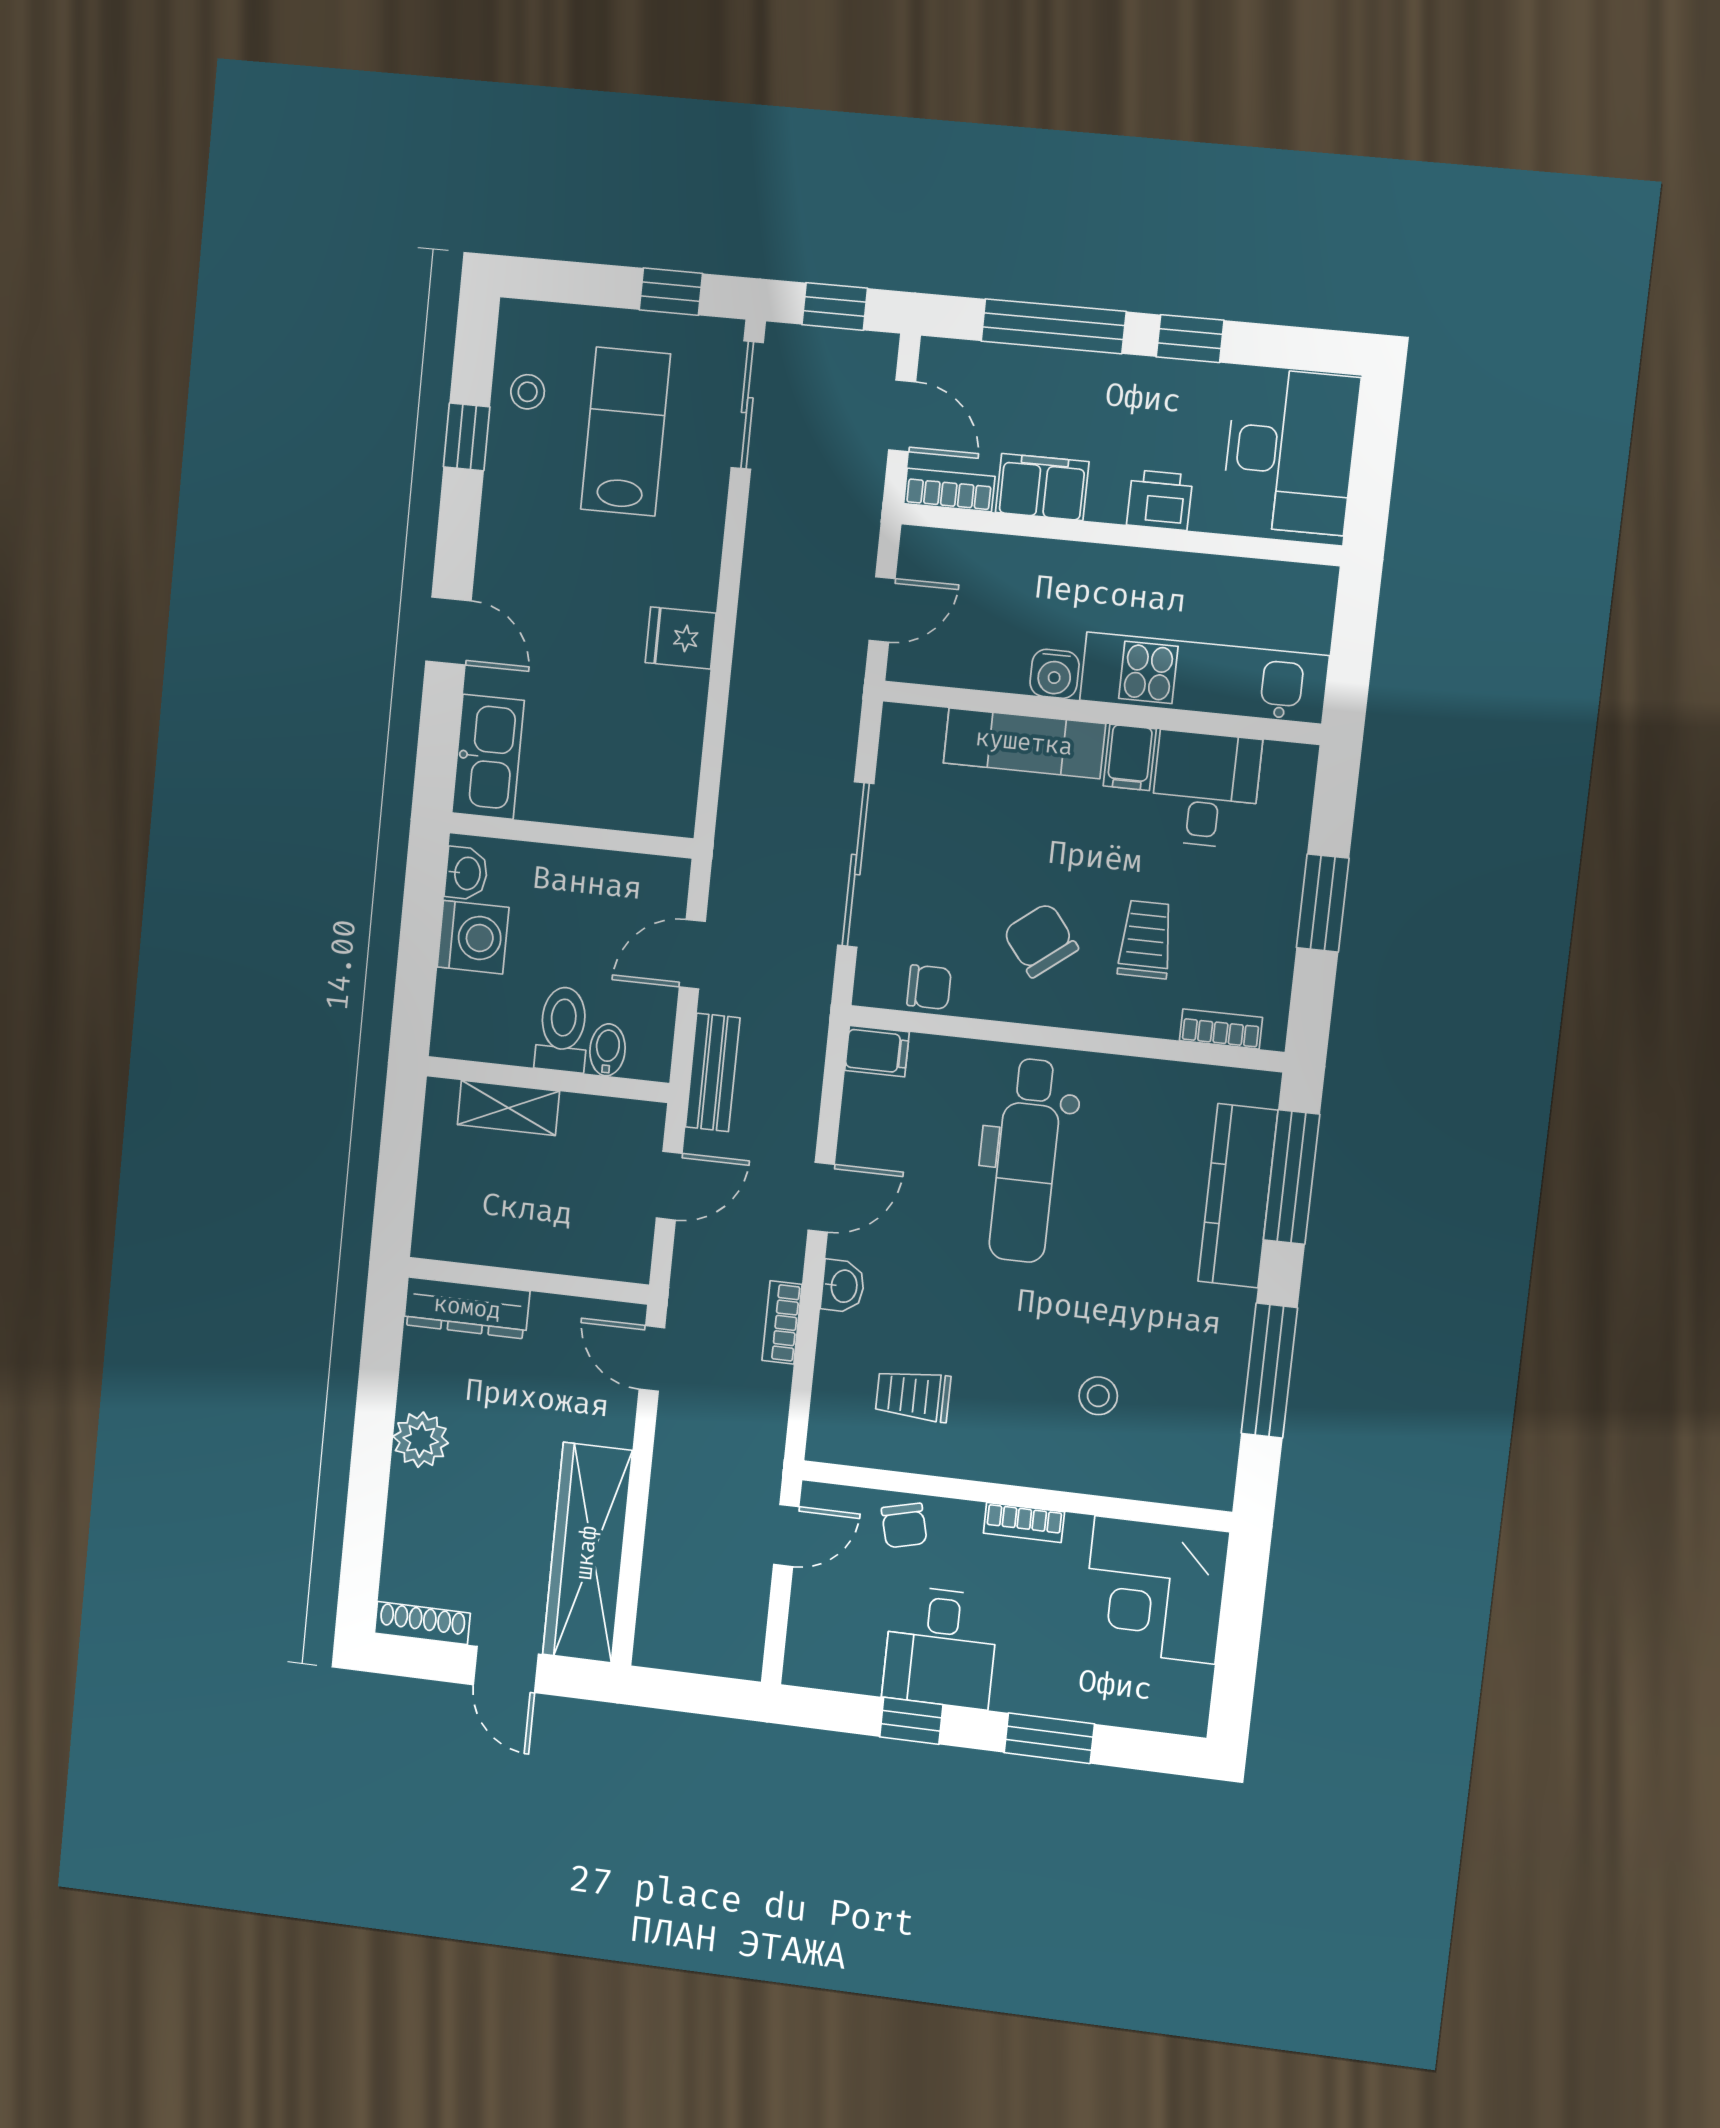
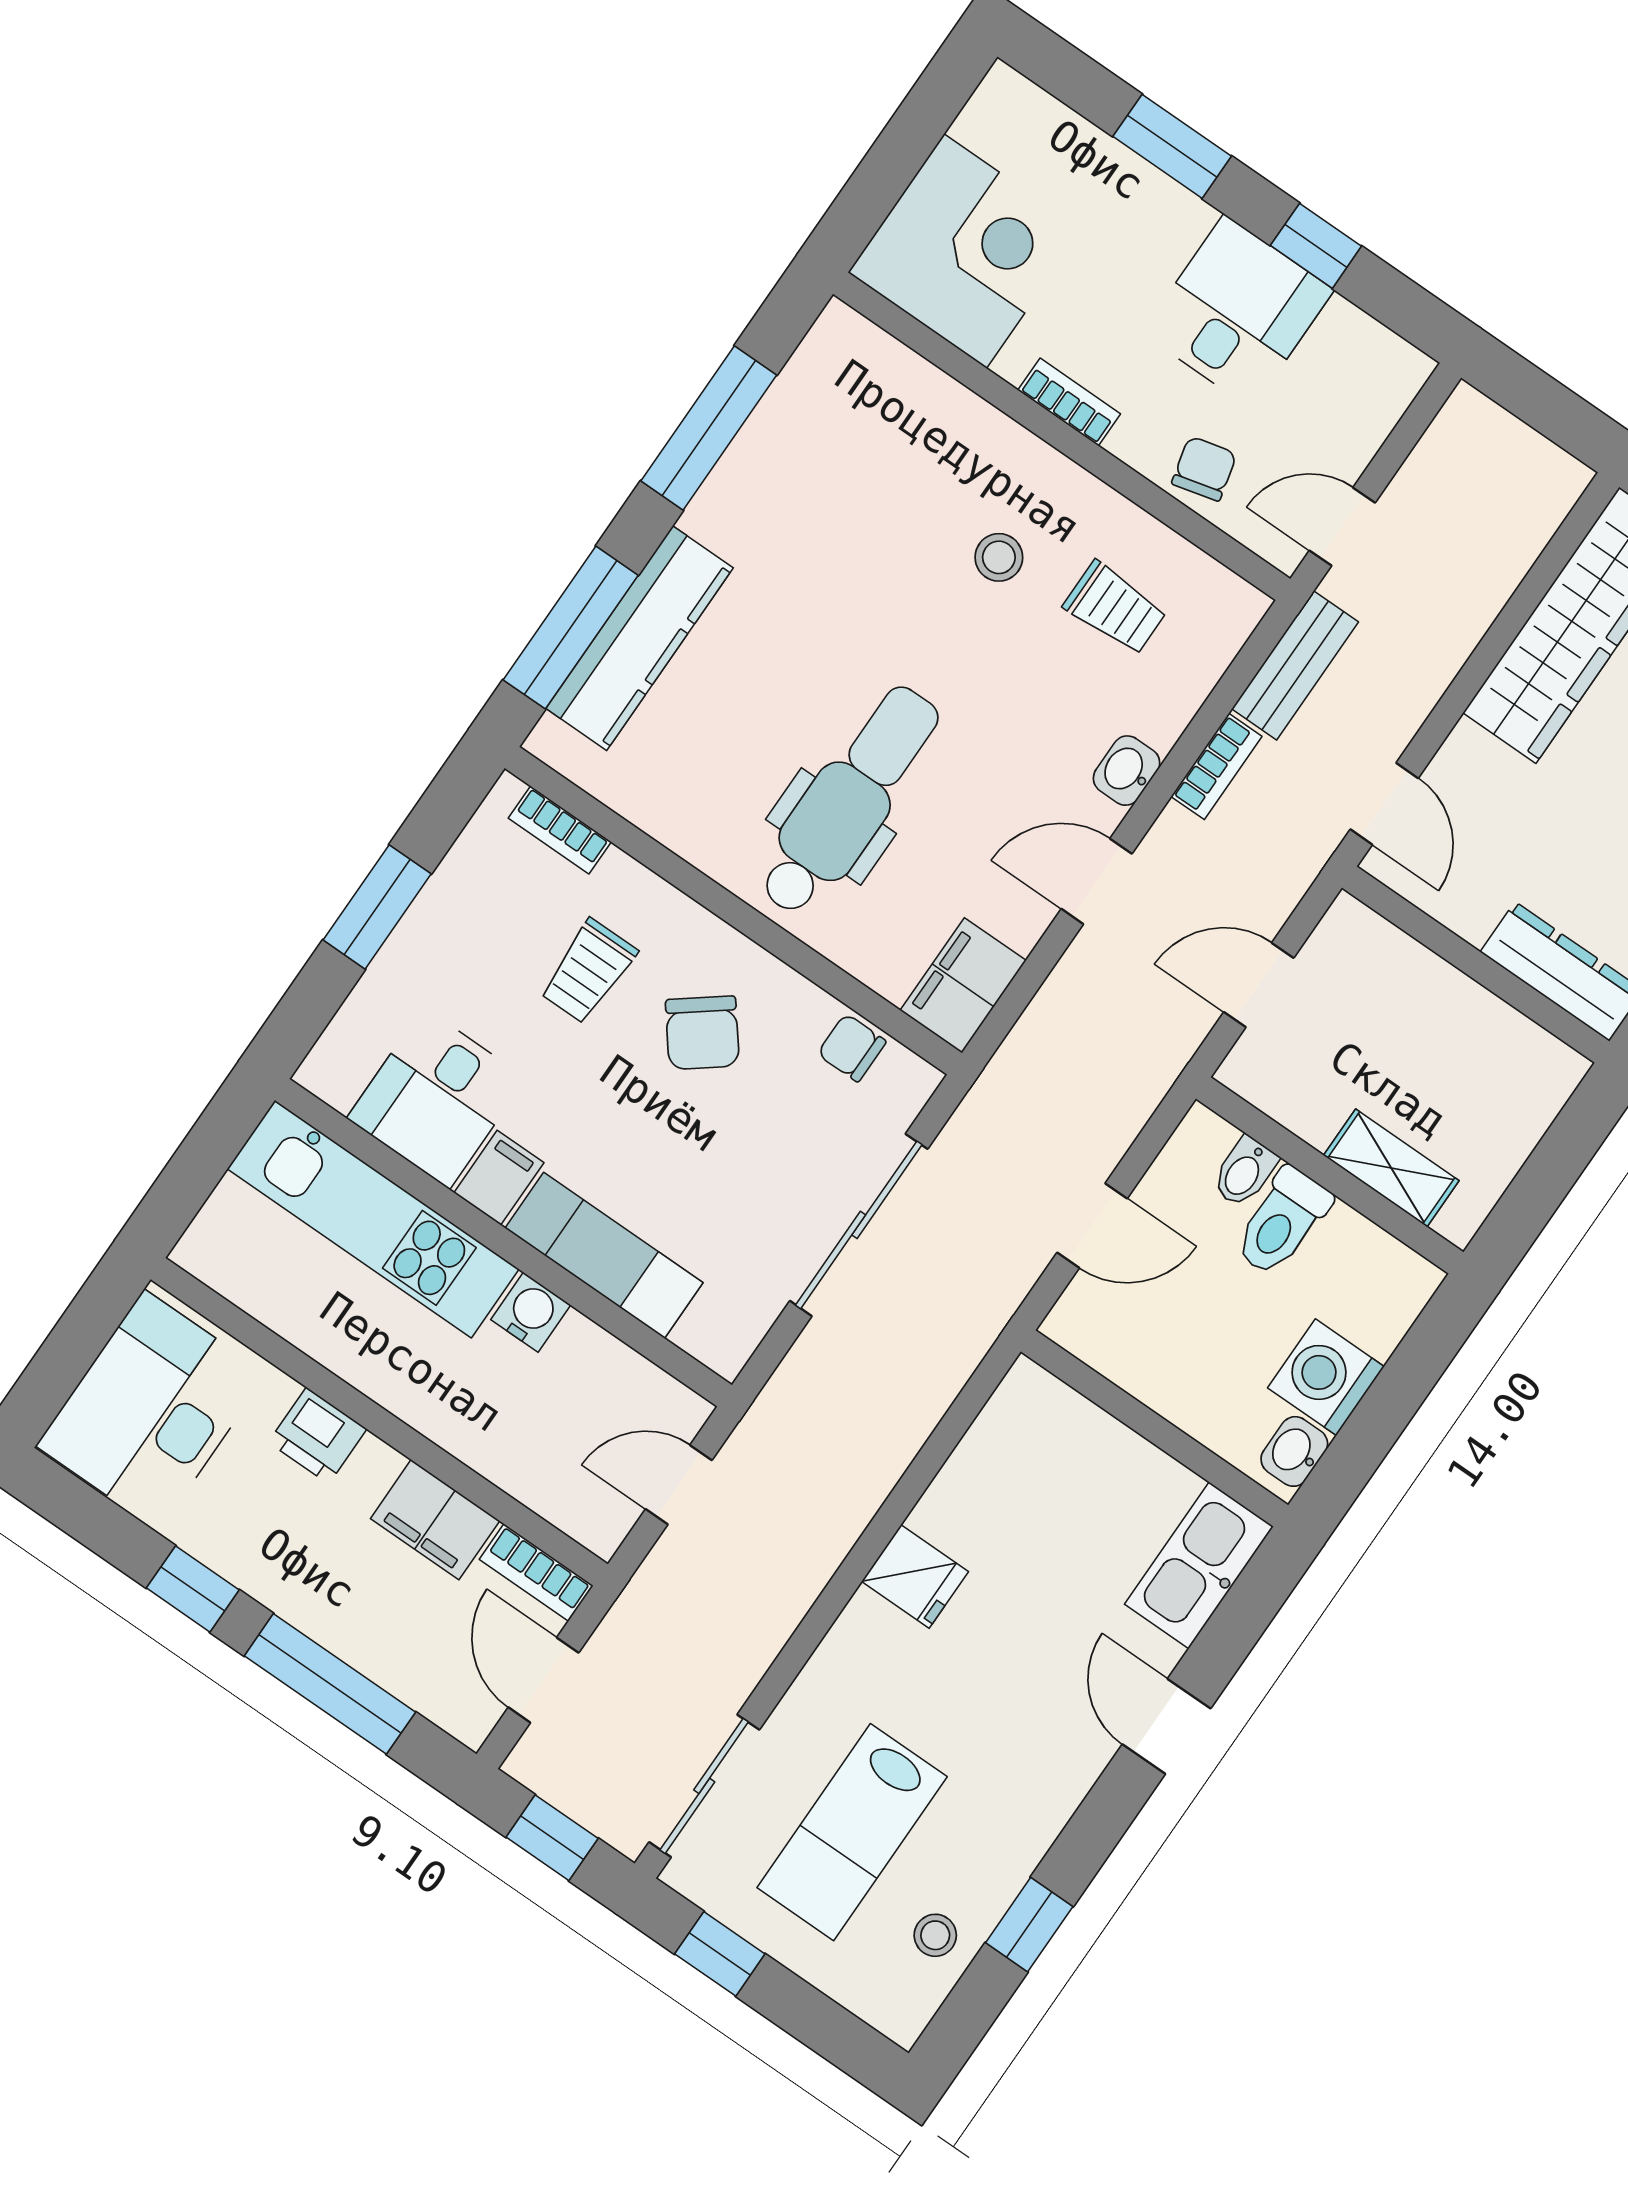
filing cabinet: (877, 1051) -> (963, 985), width x2.00
bench: (713, 1072) -> (1295, 665), moved
stool: (1098, 1396) -> (999, 557), moved

